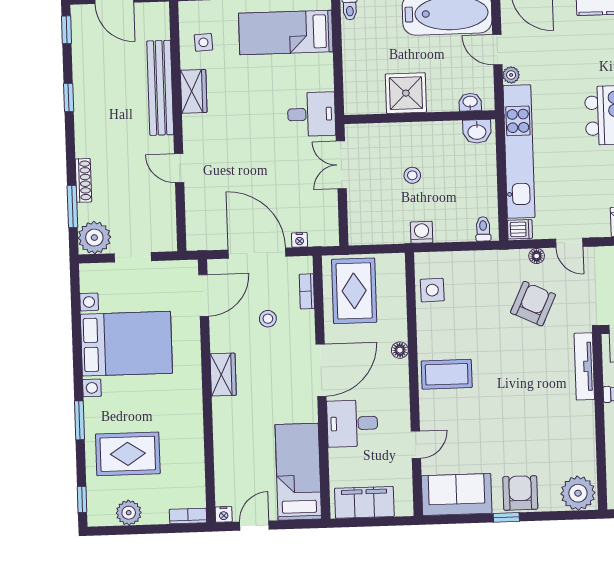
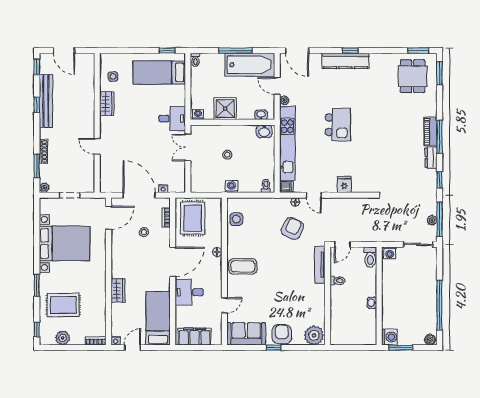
bench: (160, 88) -> (46, 101), moved
washing machine: (358, 105) -> (198, 114), added
plant: (94, 238) -> (44, 188), width x0.53, depth x0.53
wardrobe: (223, 375) -> (118, 291), moved

